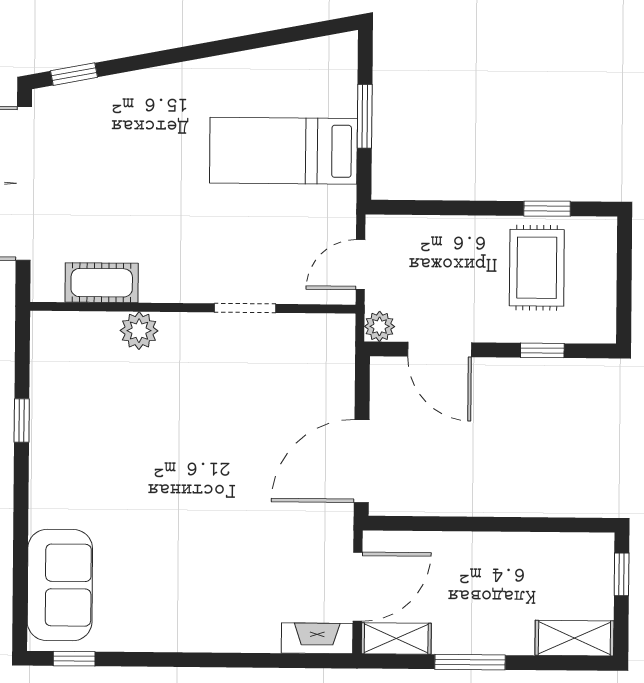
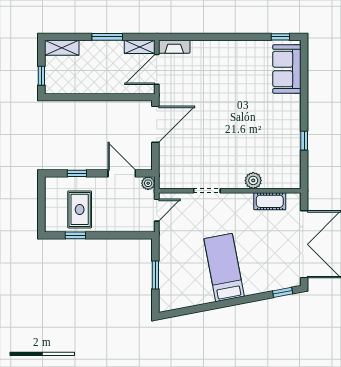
bed: (283, 151) -> (224, 268), moved, turned -101

